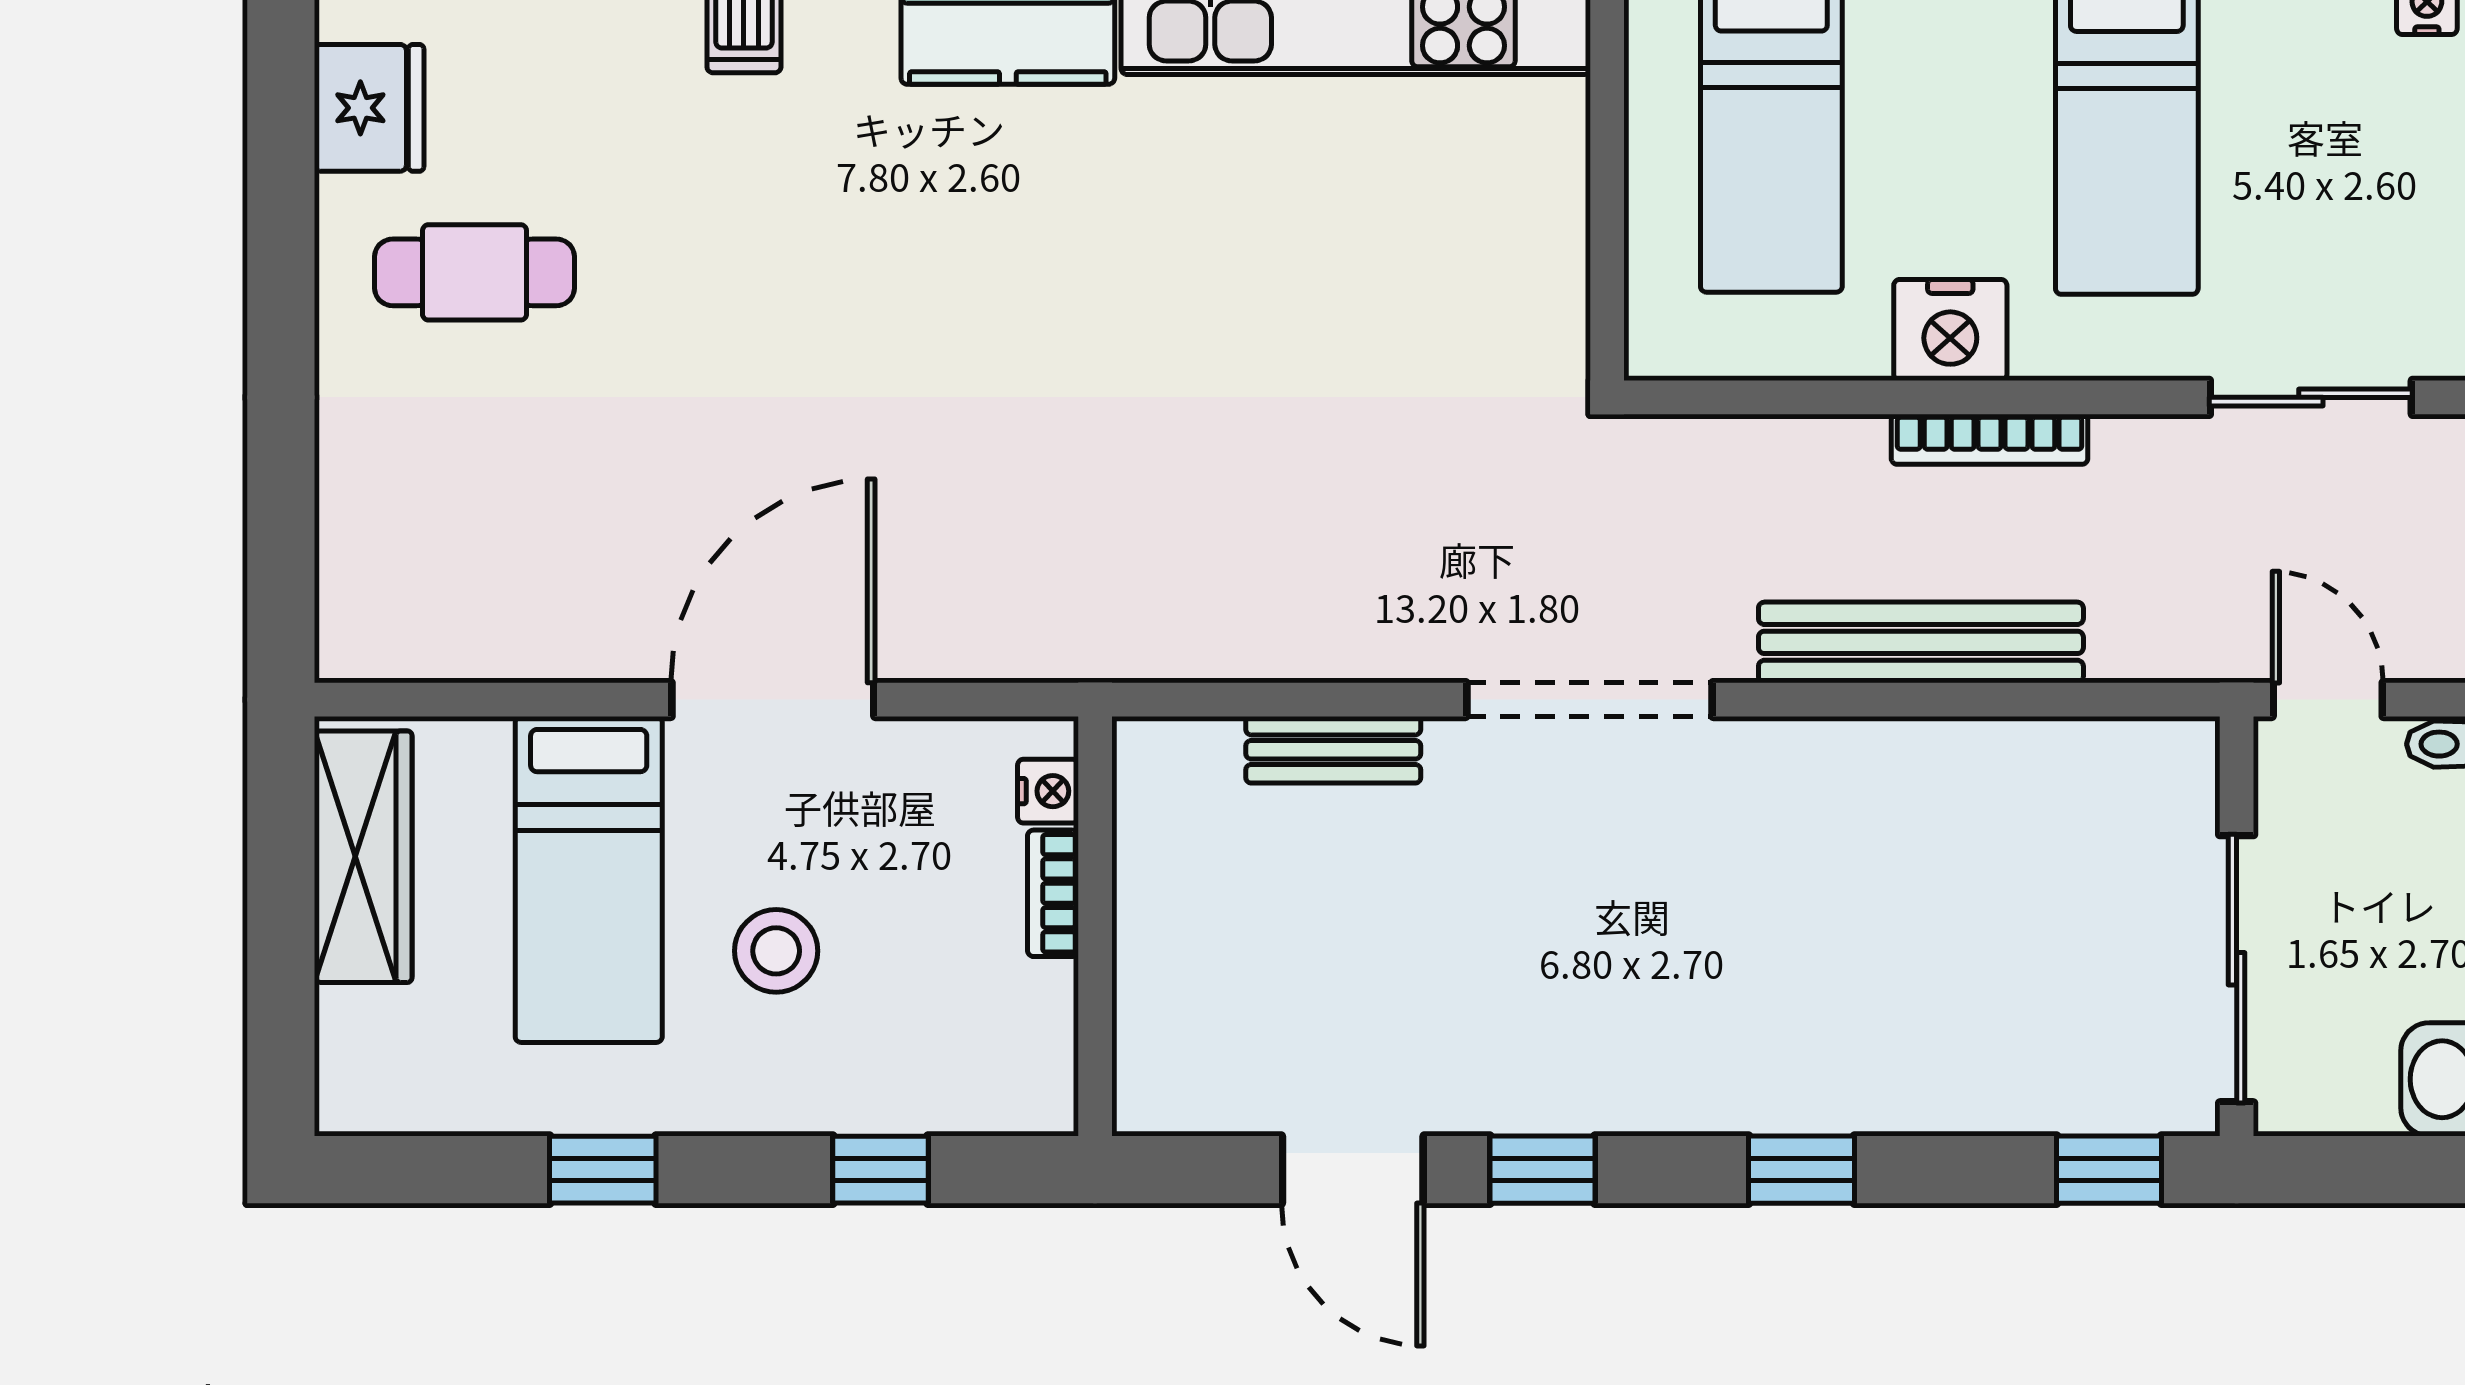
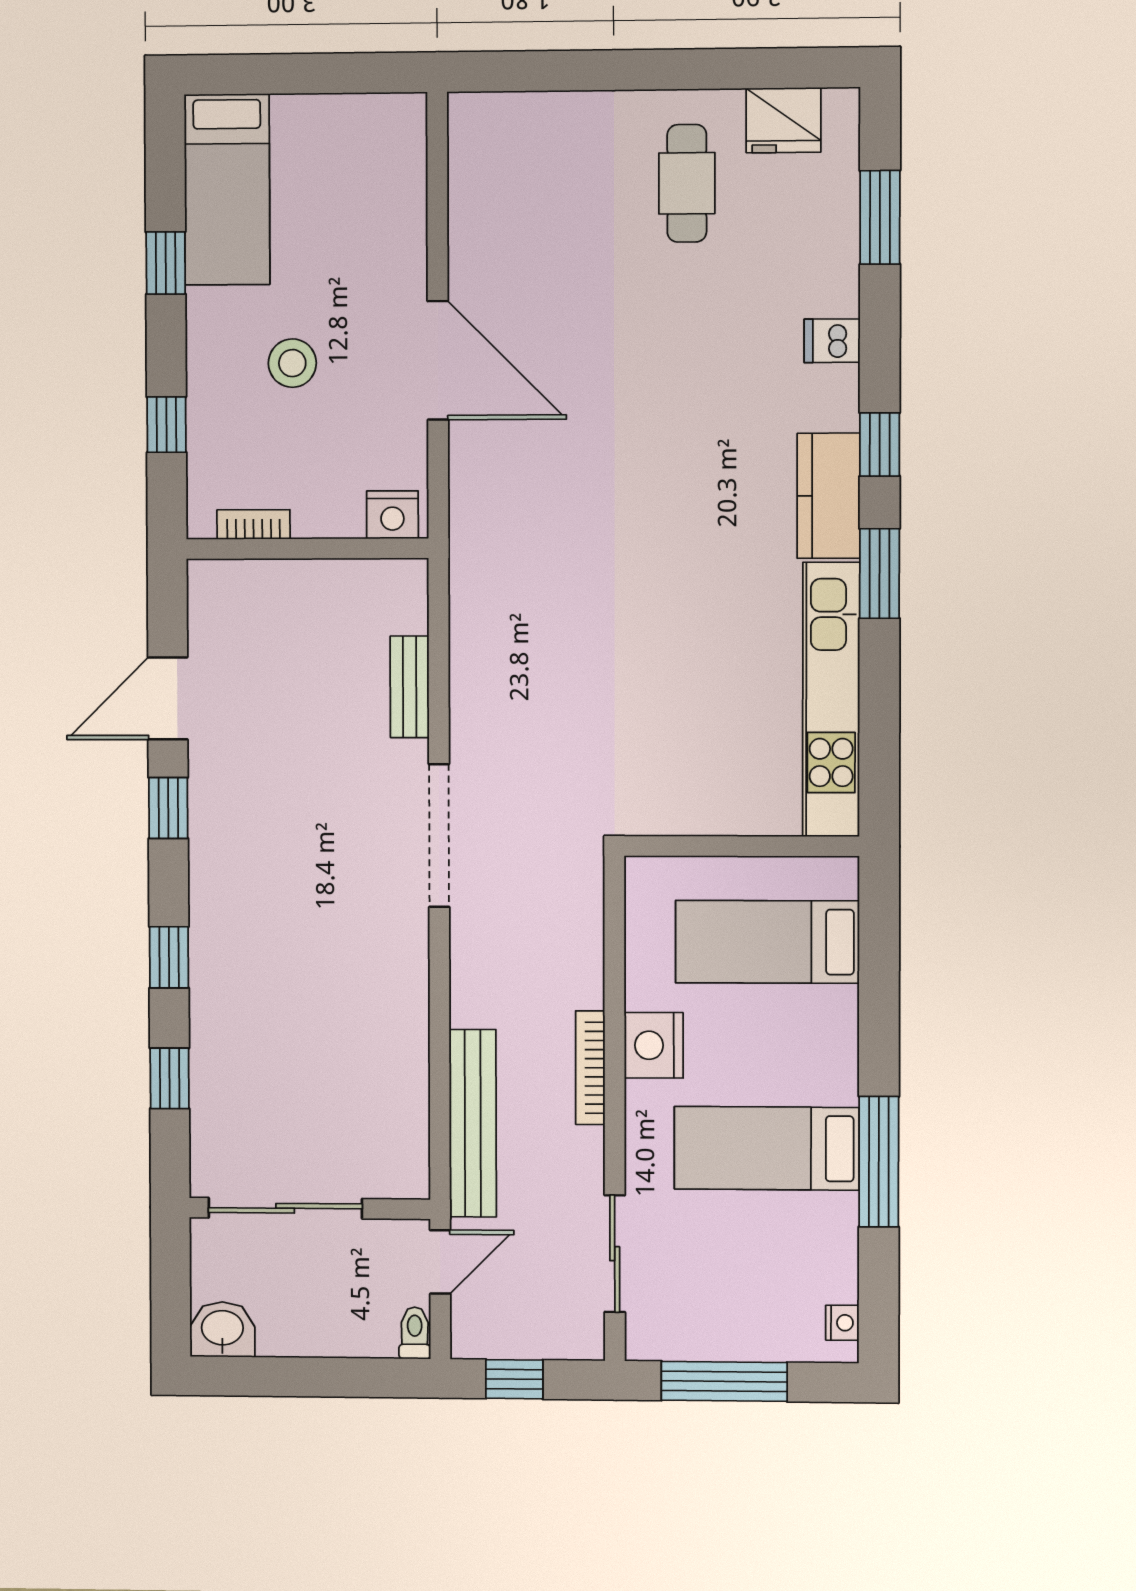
bench: (1921, 642) -> (473, 1123), moved
nightstand: (1048, 791) -> (392, 515), width x1.39, depth x1.35
wardrobe: (363, 857) -> (346, 121), removed
bed: (589, 879) -> (227, 189), moved, turned -90
bookcase: (1053, 893) -> (253, 524), moved
window: (2109, 1170) -> (170, 1078), moved

